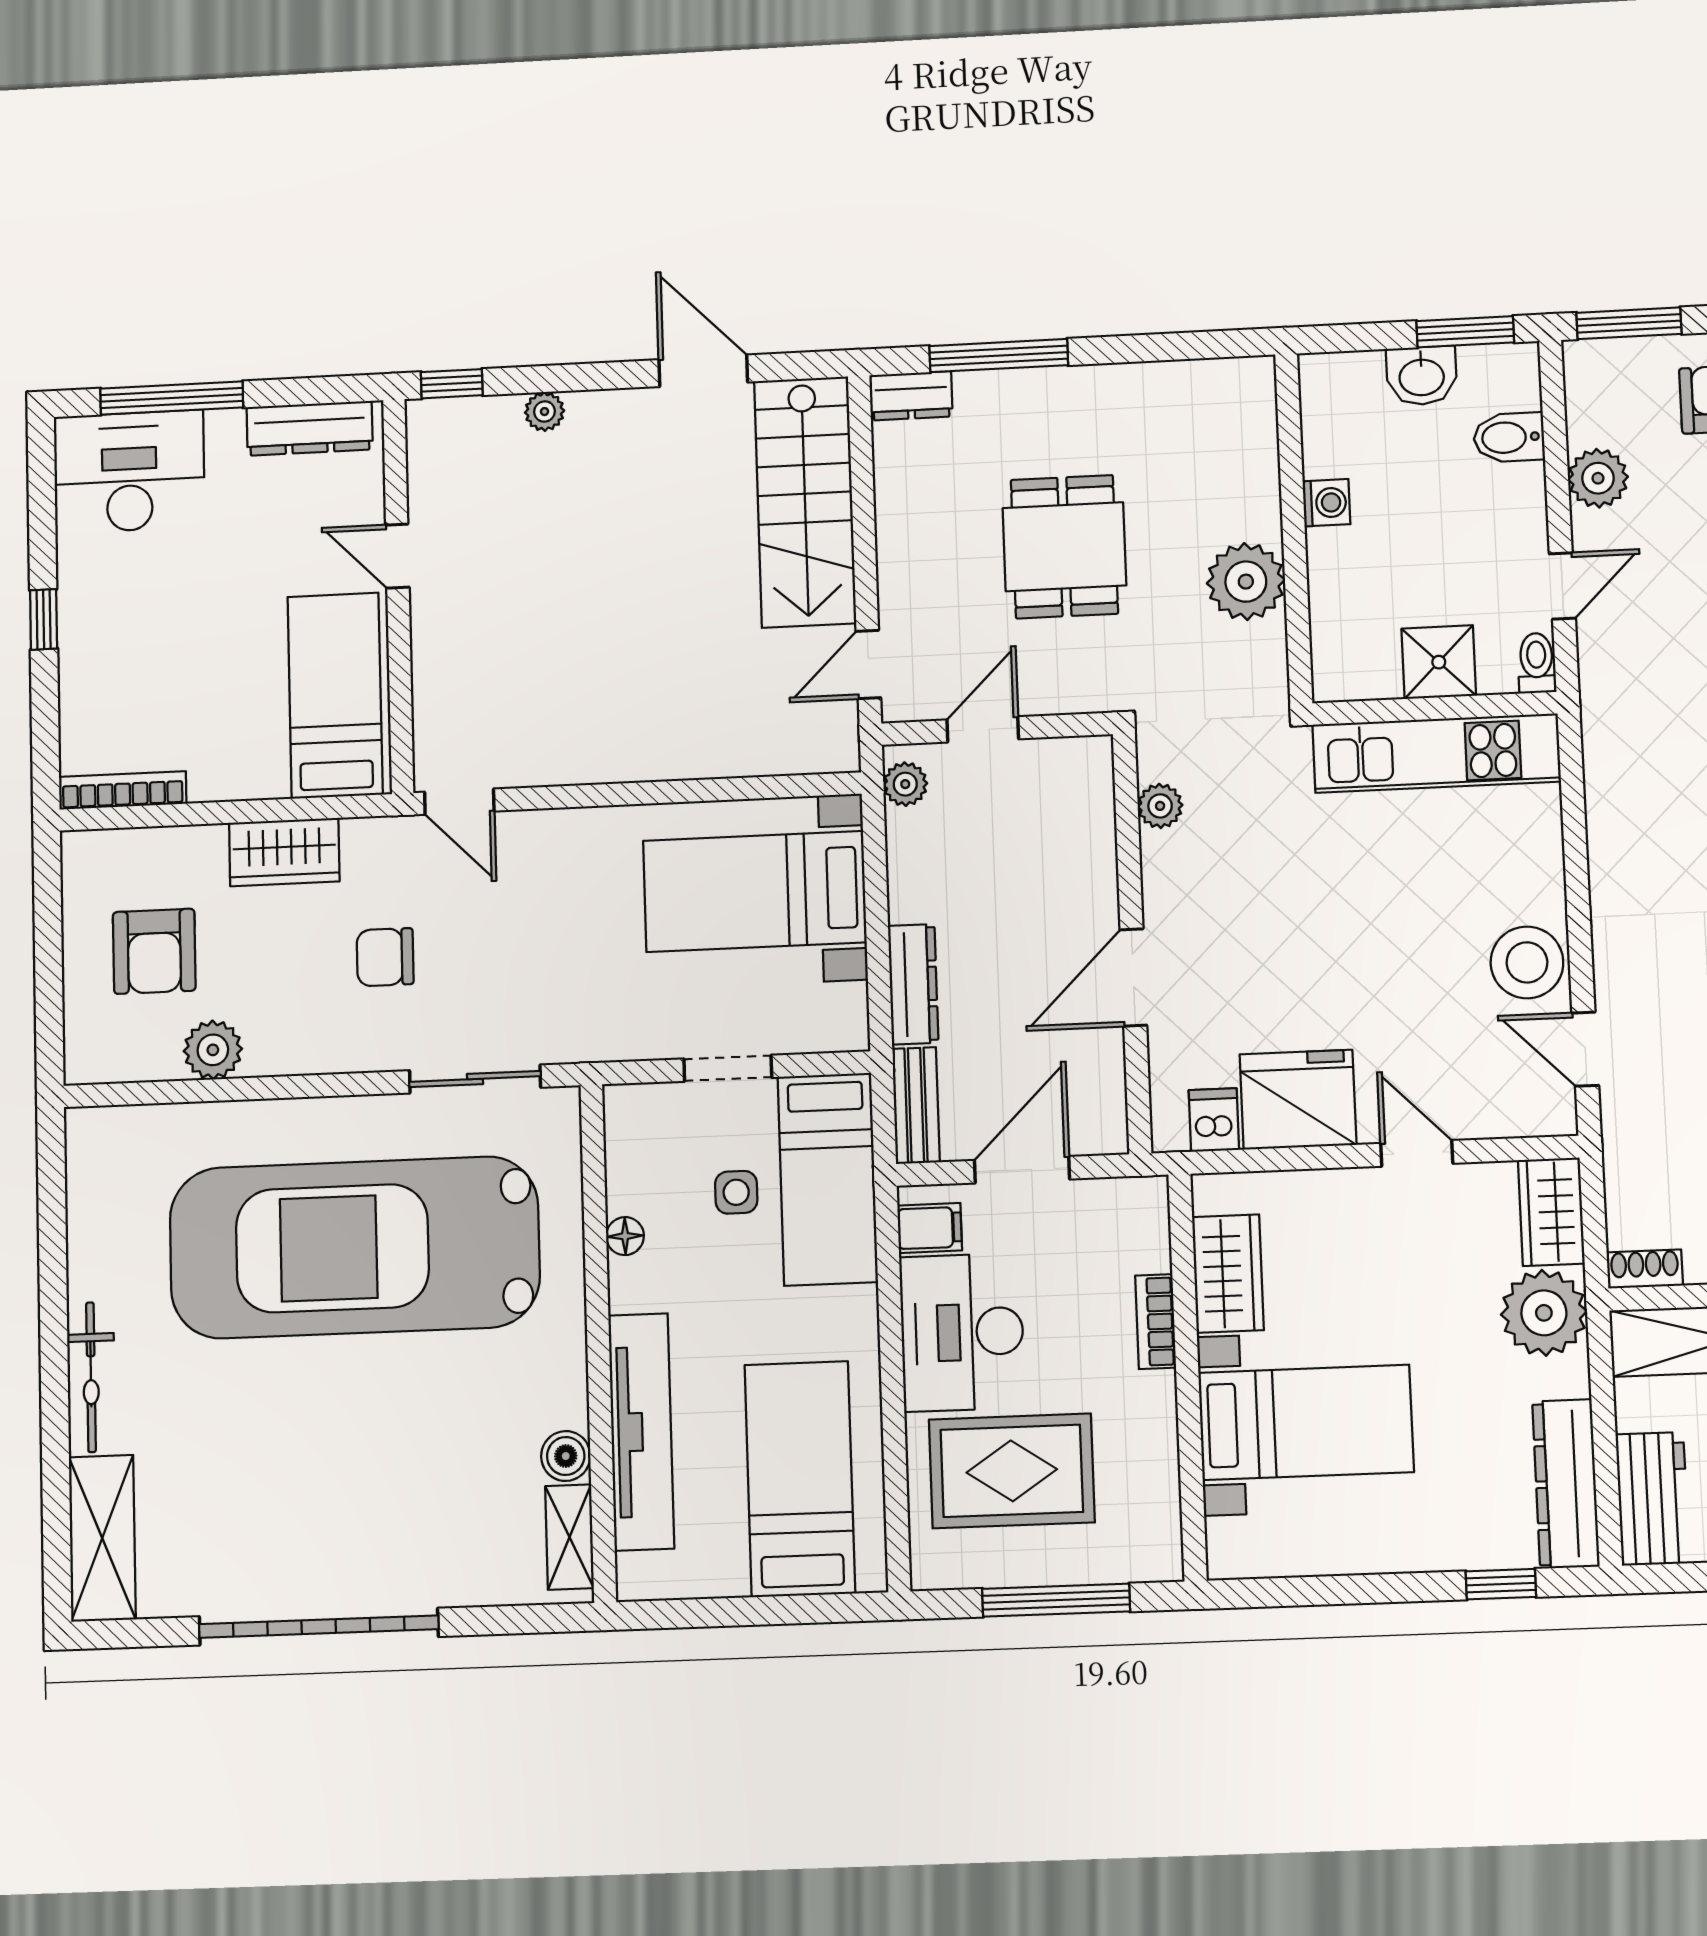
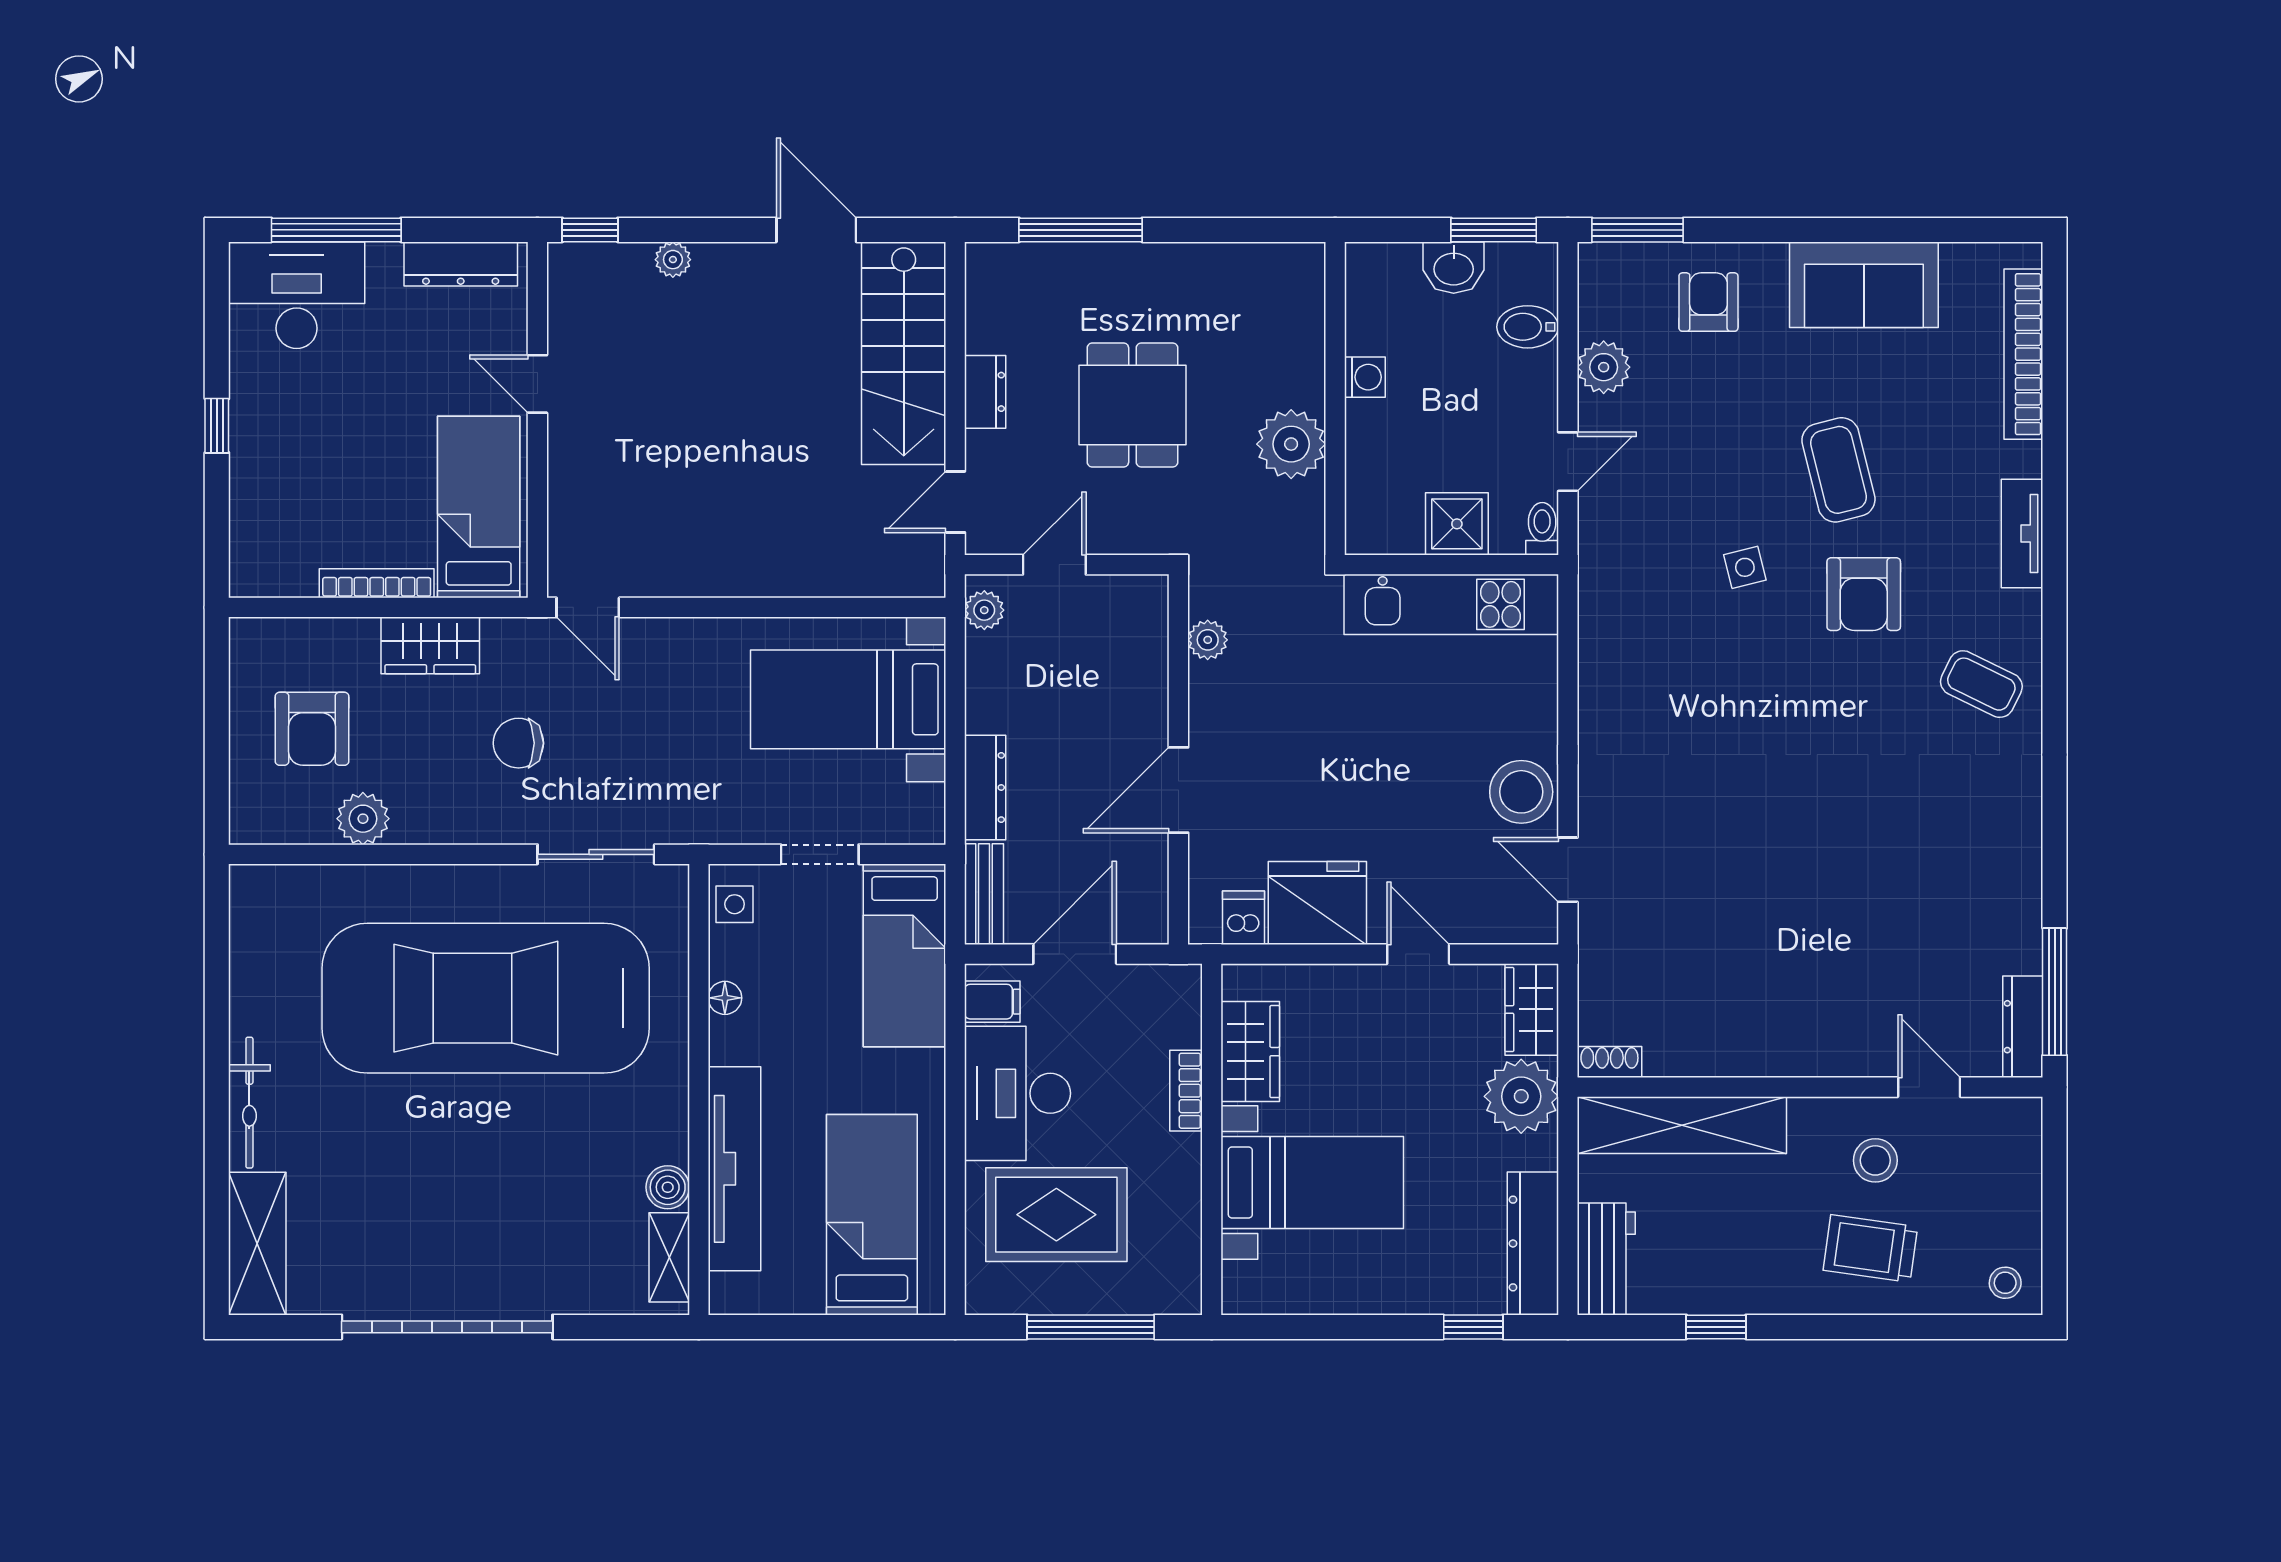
dresser: (911, 396) -> (985, 392), moved, turned -90
bookcase: (123, 790) -> (377, 583), moved
side table: (736, 1192) -> (735, 904), moved

